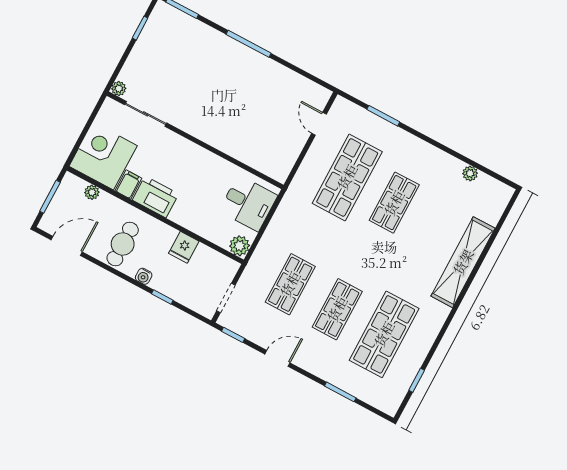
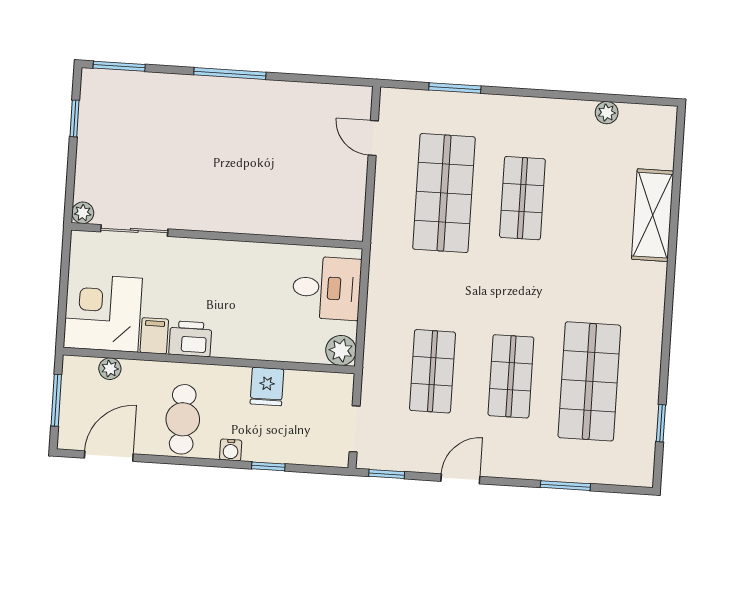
printer: (156, 197) -> (190, 339), width x0.73, depth x0.84
shelving: (463, 262) -> (653, 215), width x0.68

